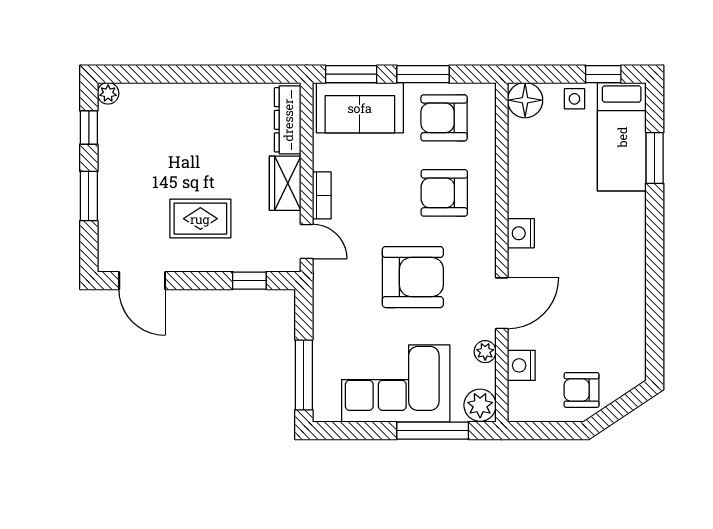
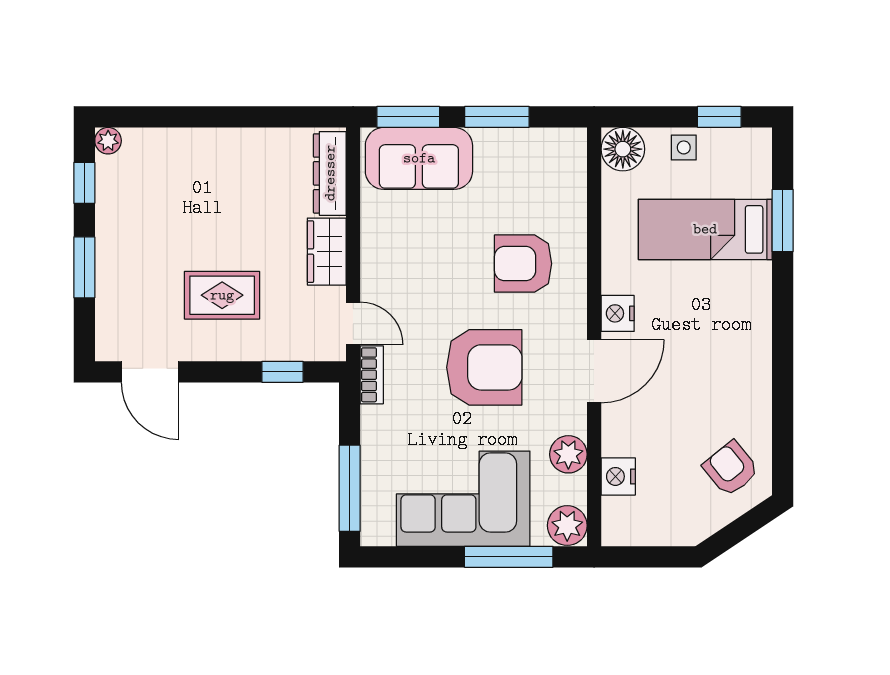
armchair: (444, 118) -> (523, 171), removed
bed: (622, 137) -> (705, 229), moved, turned 90
bookcase: (322, 195) -> (372, 375), moved
door: (502, 303) -> (594, 371), moved
plant: (485, 352) -> (568, 454), width x1.38, depth x1.38
armchair: (582, 390) -> (731, 469), moved, turned 51

